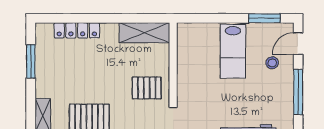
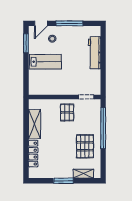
shelving: (144, 33) -> (35, 124), moved
door: (298, 44) -> (41, 23), hinge flipped
window: (31, 61) -> (63, 181), moved

